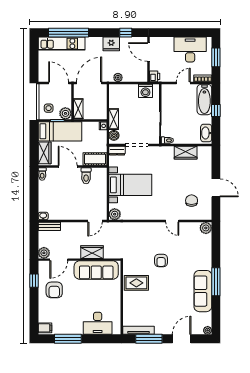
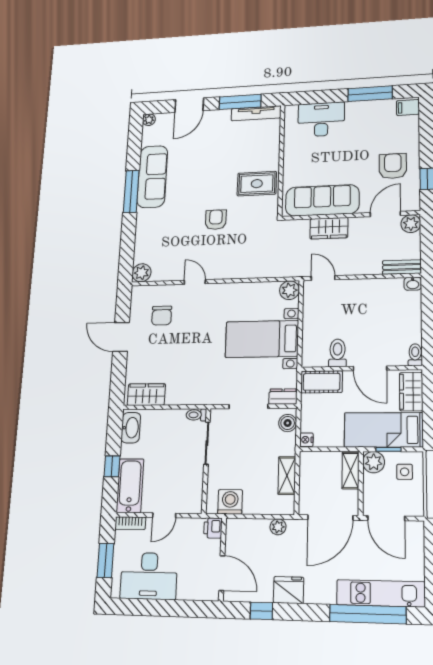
shelving: (114, 119) -> (287, 476), moved
wardrobe: (186, 153) -> (146, 395), moved
door: (95, 221) -> (323, 278), hinge flipped

